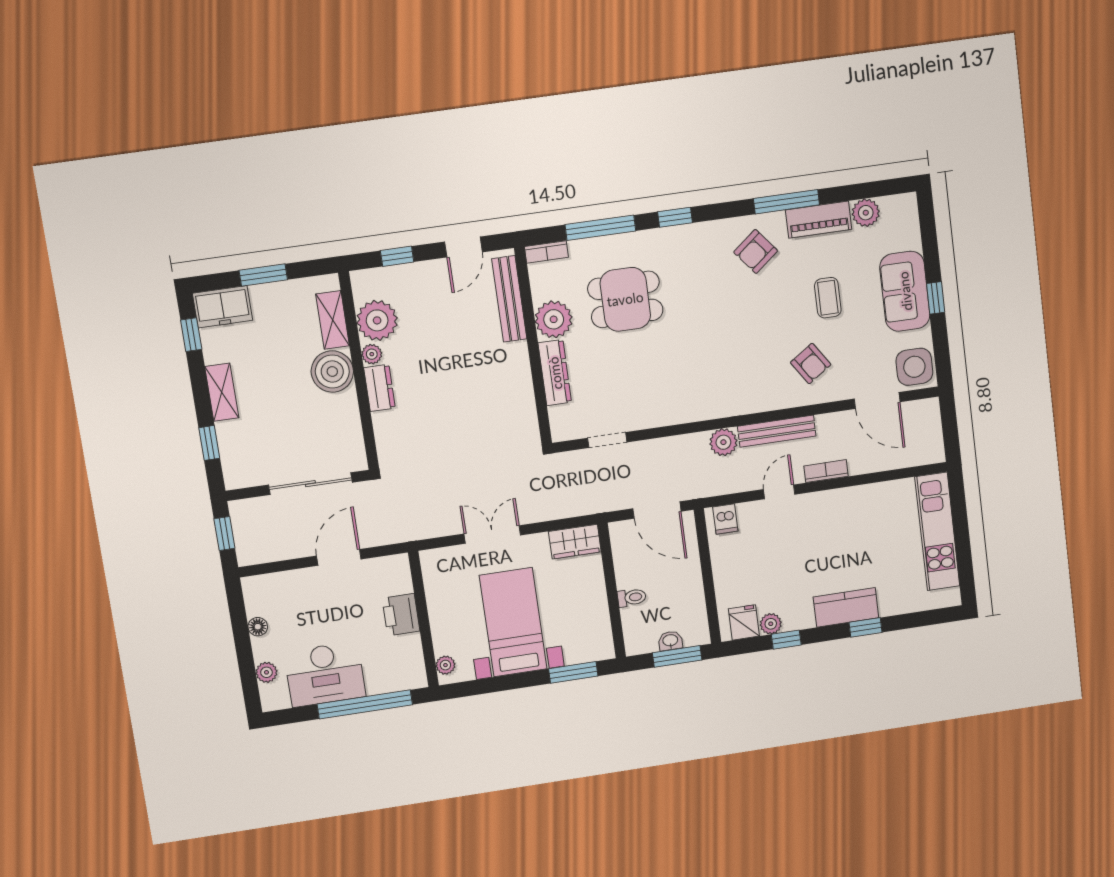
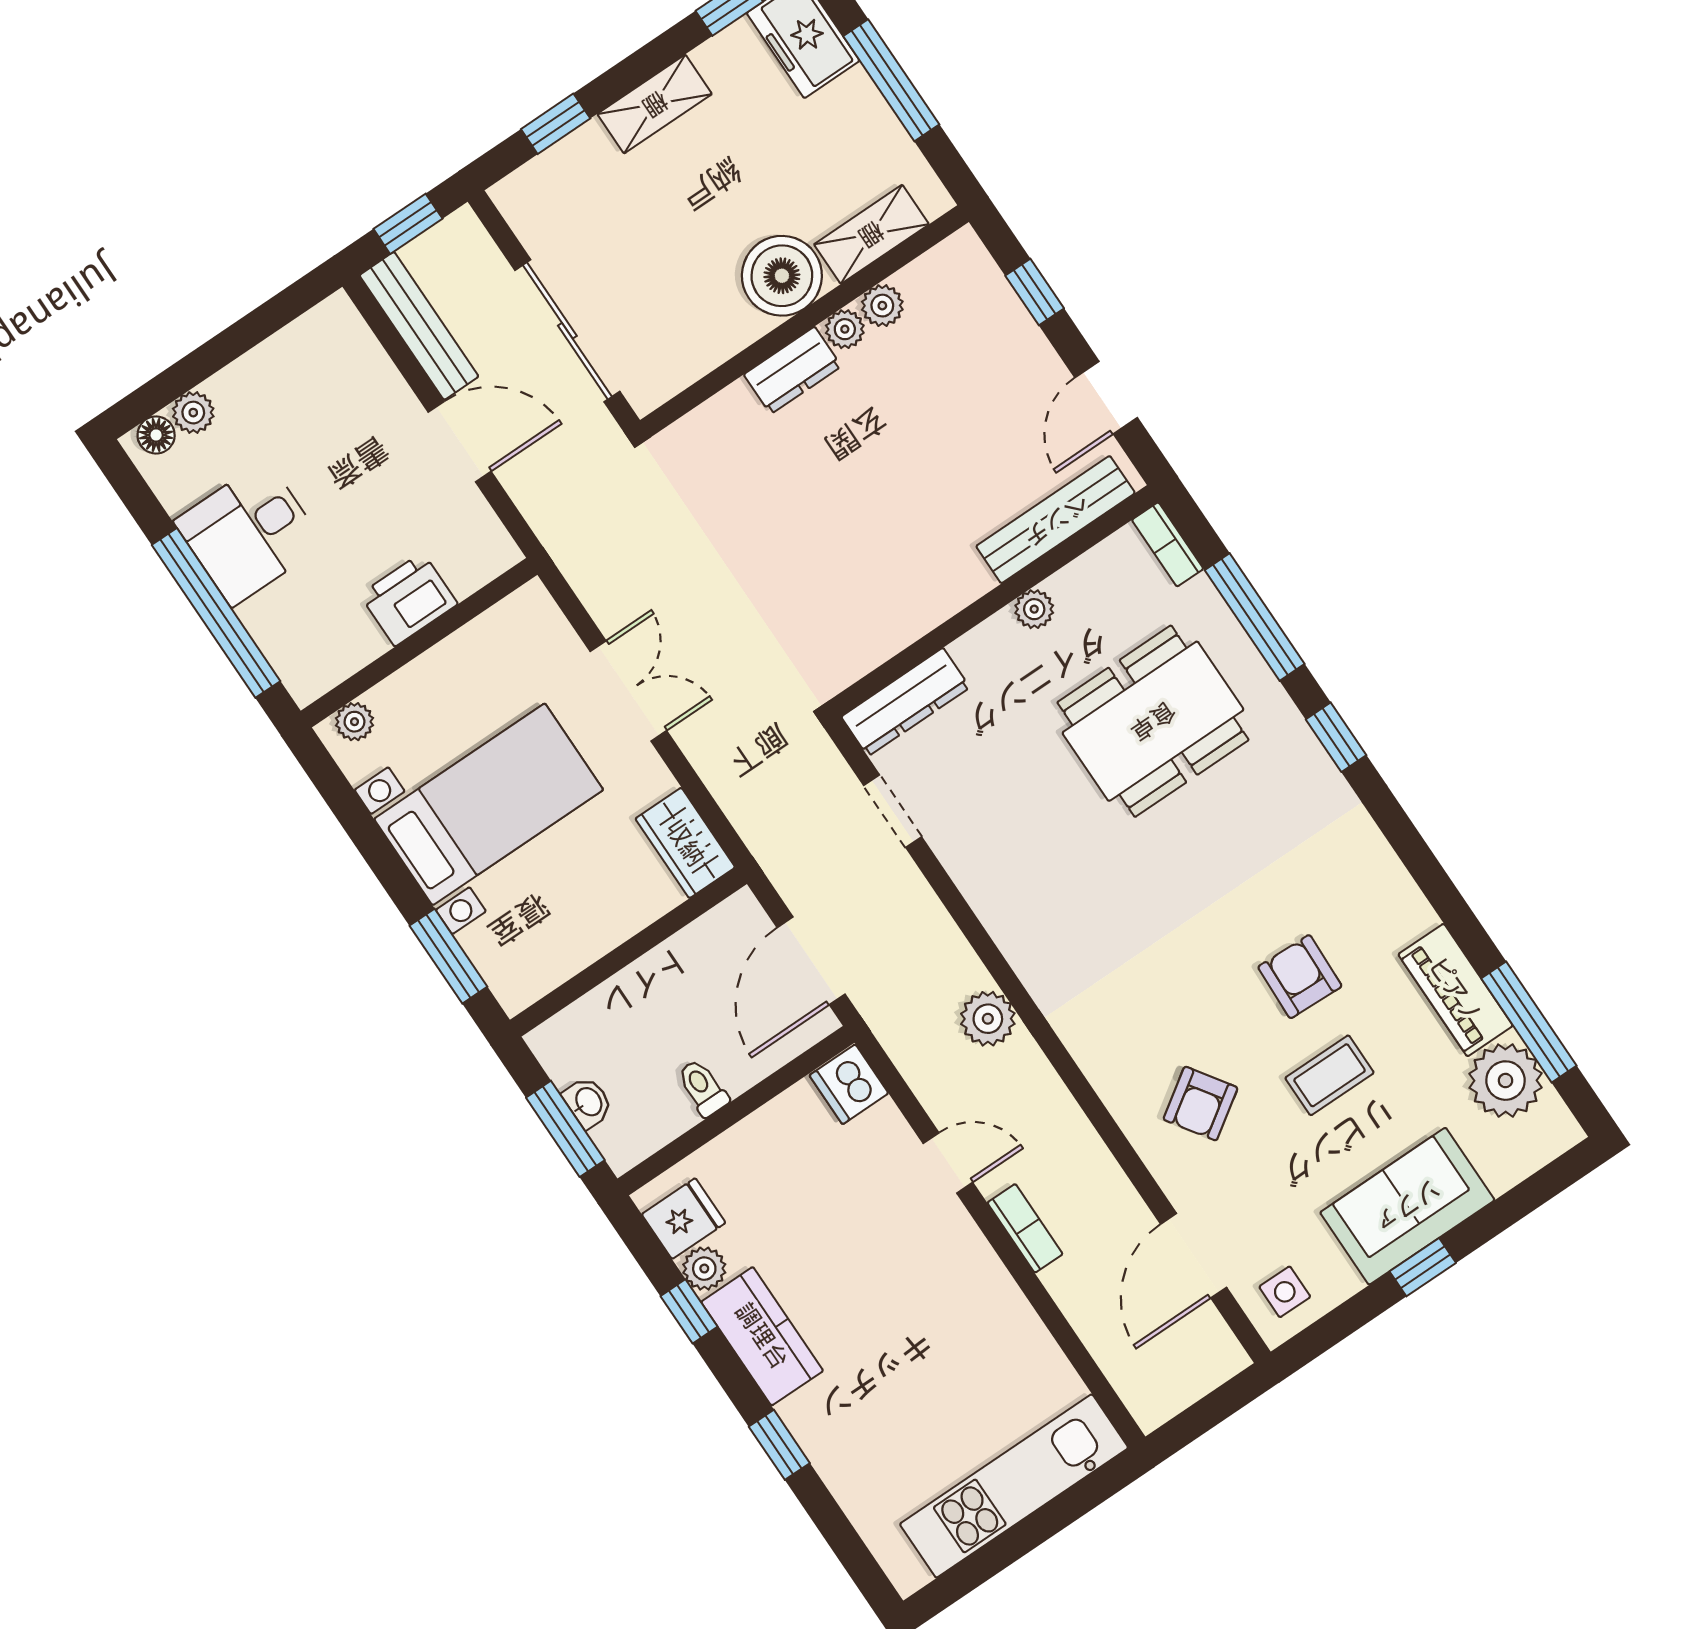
window: (786, 202) -> (1529, 1022), moved
plant: (866, 213) -> (1506, 1081), width x1.36, depth x1.36
door: (463, 247) -> (1106, 398), hinge flipped
armchair: (756, 251) -> (1300, 977), moved, turned 41
window: (263, 275) -> (891, 80), width x1.44
dining table: (625, 299) -> (1153, 721), width x1.38
plant: (554, 319) -> (1034, 609), width x0.53, depth x0.53
plant: (377, 320) -> (882, 306), width x0.53, depth x0.53
side table: (914, 367) -> (1285, 1292), width x0.54, depth x0.54
dresser: (555, 373) -> (906, 702), moved
bench: (777, 431) -> (419, 326), moved
dishwasher: (725, 519) -> (849, 1084), width x1.38
toilet: (632, 597) -> (703, 1088), moved, turned 180
kitchen counter: (846, 607) -> (762, 1336), moved
floor lamp: (258, 627) -> (156, 435), moved
desk: (325, 674) -> (249, 533), width x0.73

